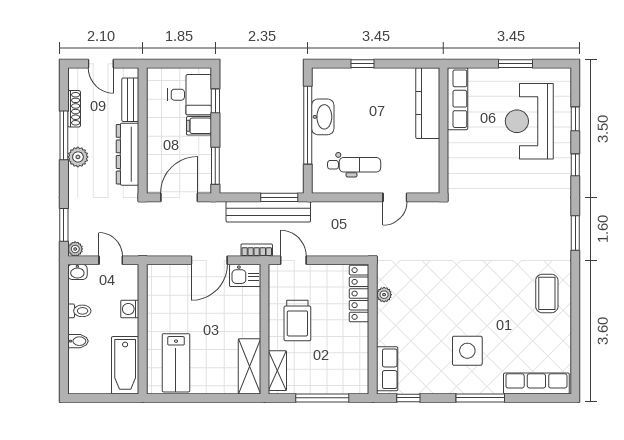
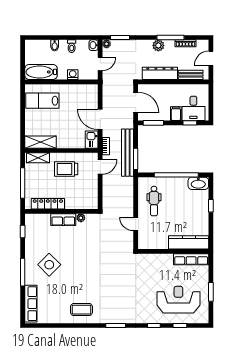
washbasin: (323, 117) -> (198, 183), moved
locker: (359, 294) -> (48, 204), moved
side table: (467, 351) -> (49, 265), turned 45
row of seats: (387, 369) -> (63, 220), moved

